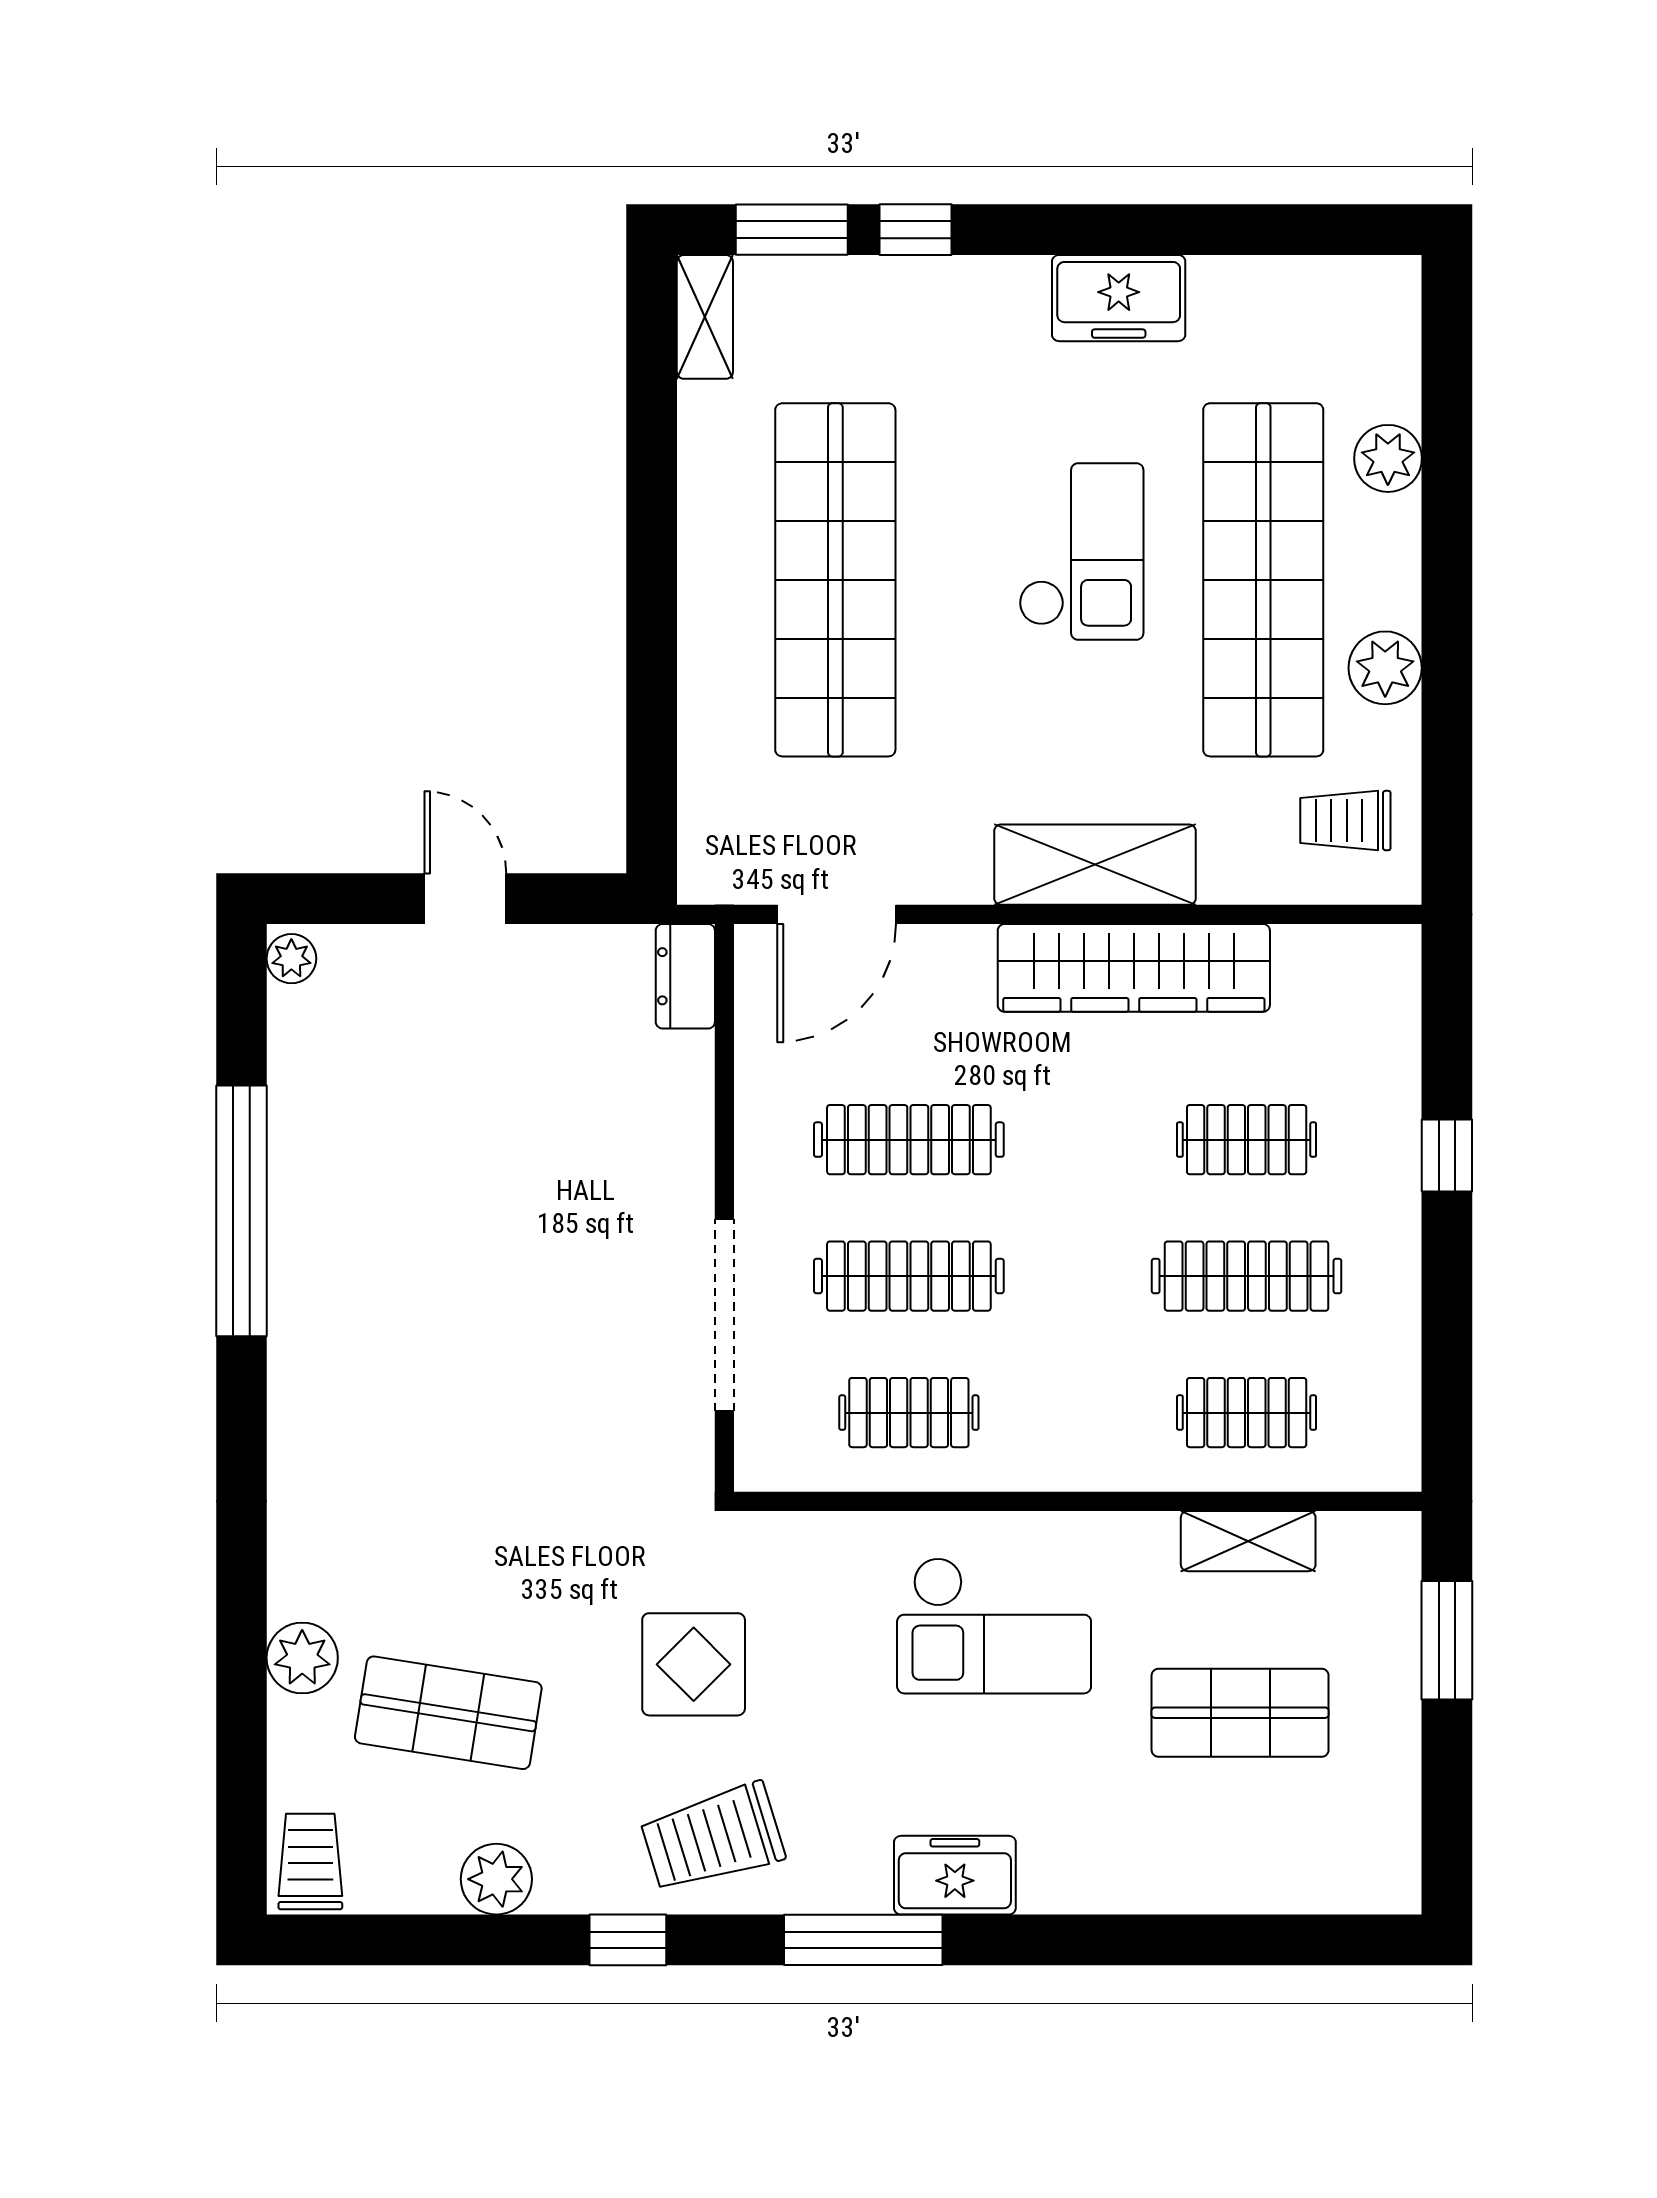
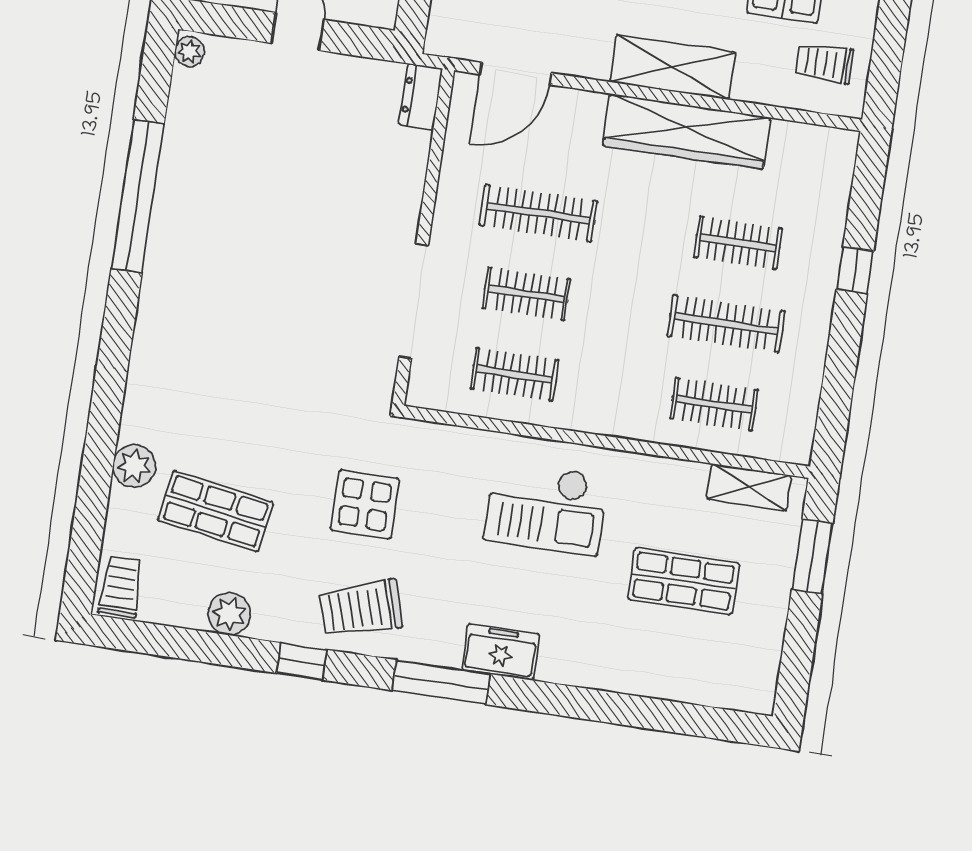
clothes rail: (909, 1276) -> (526, 294), width x0.73
shelving: (1248, 1541) -> (749, 487), moved

